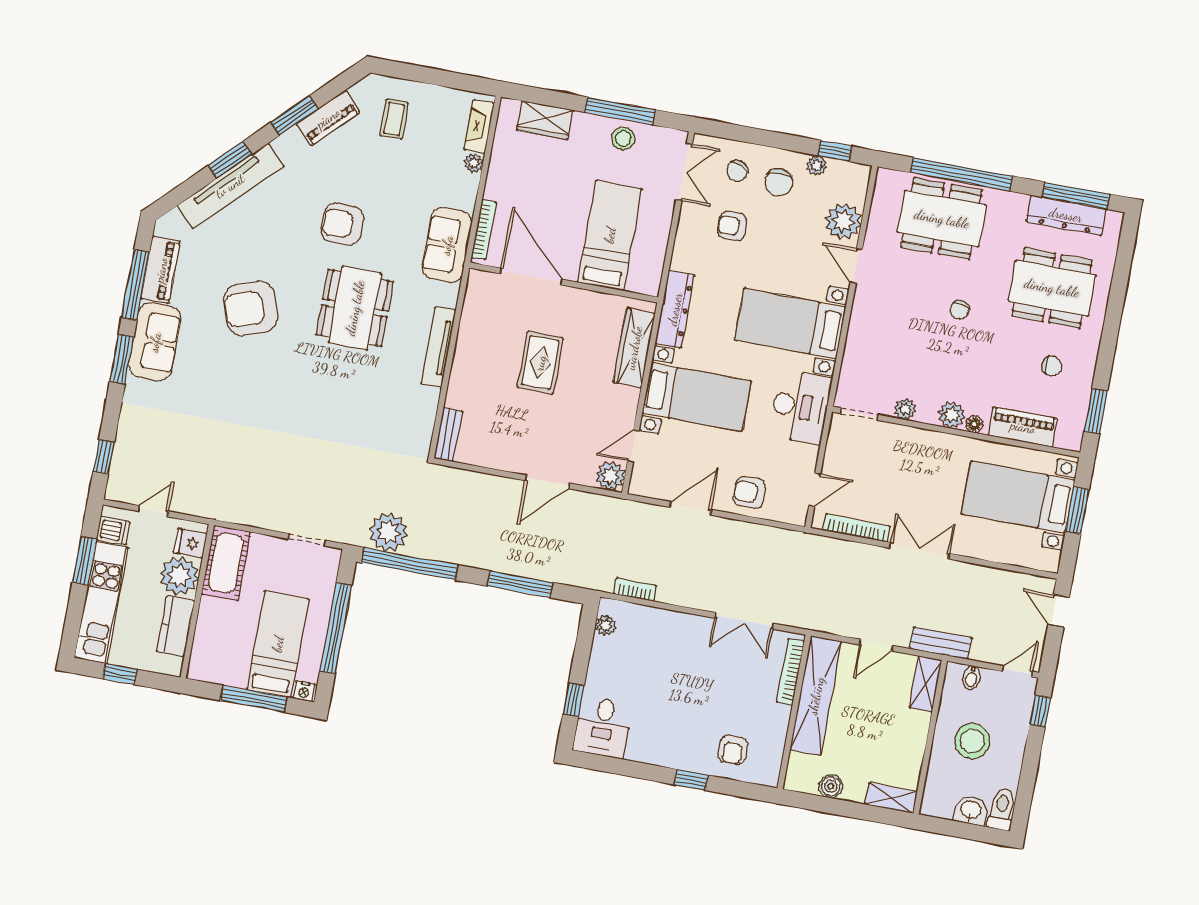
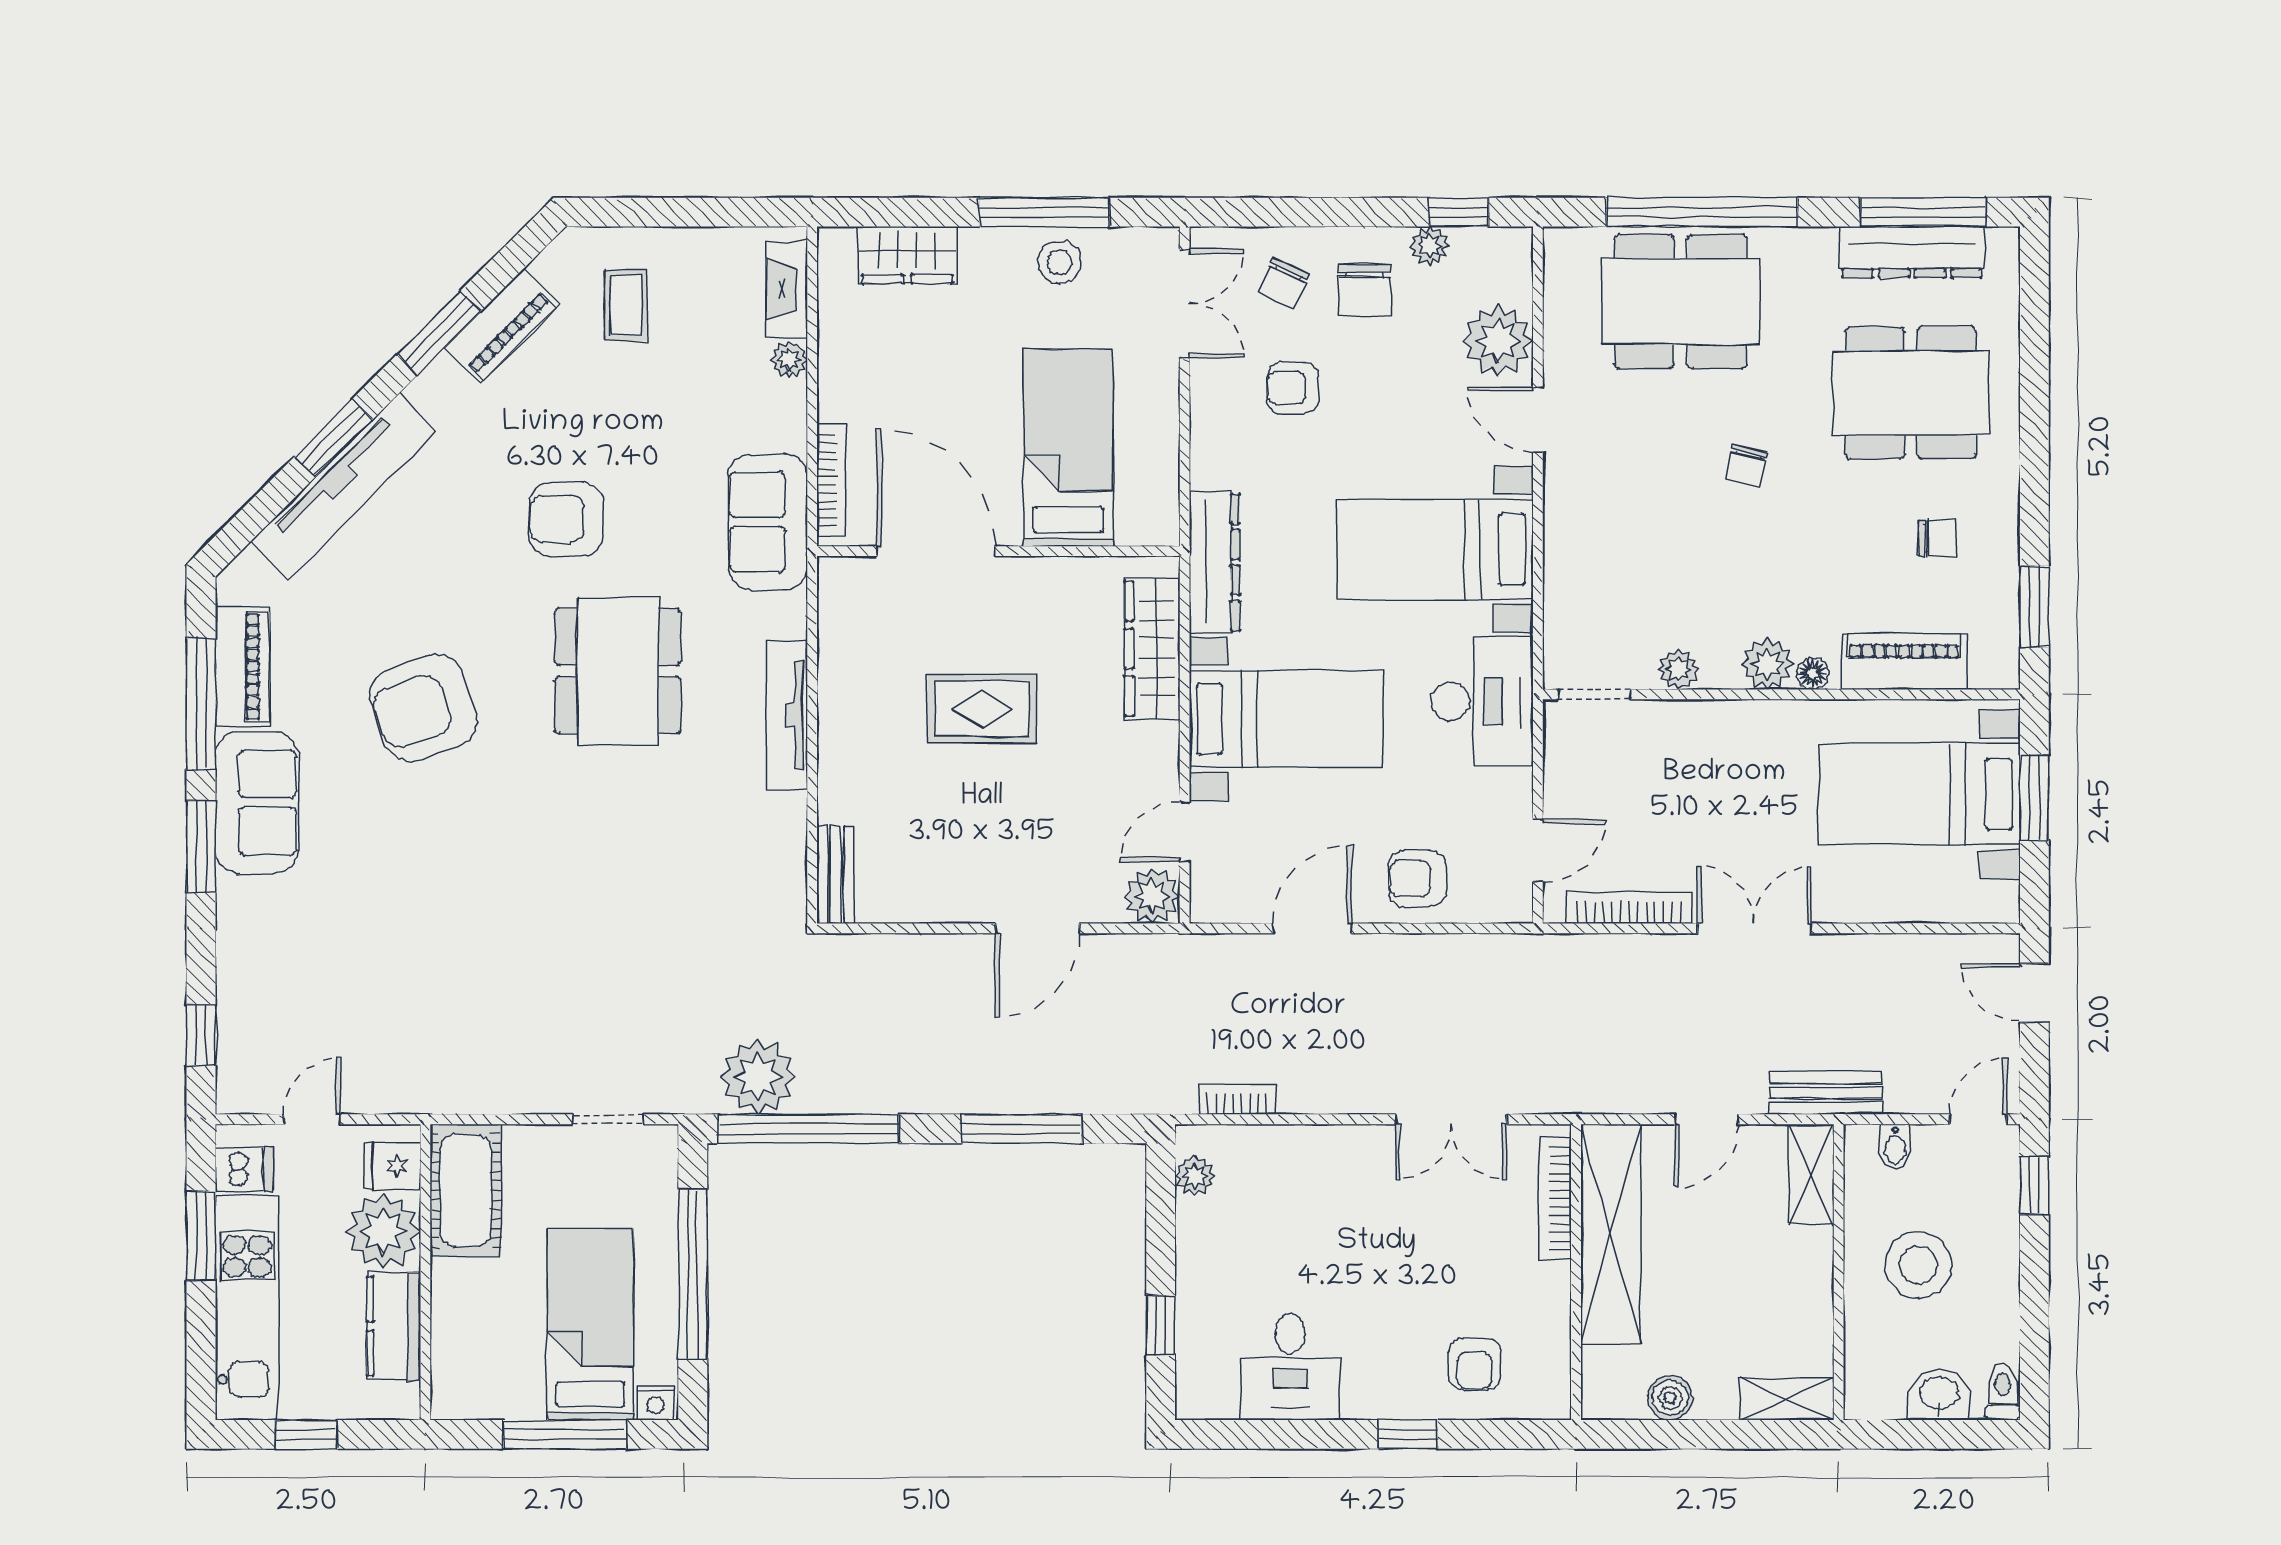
rug: (540, 363) -> (982, 709), turned 90
desk: (603, 727) -> (1290, 1367), moved
toilet: (1002, 809) -> (2003, 1392), width x0.73, depth x0.72

